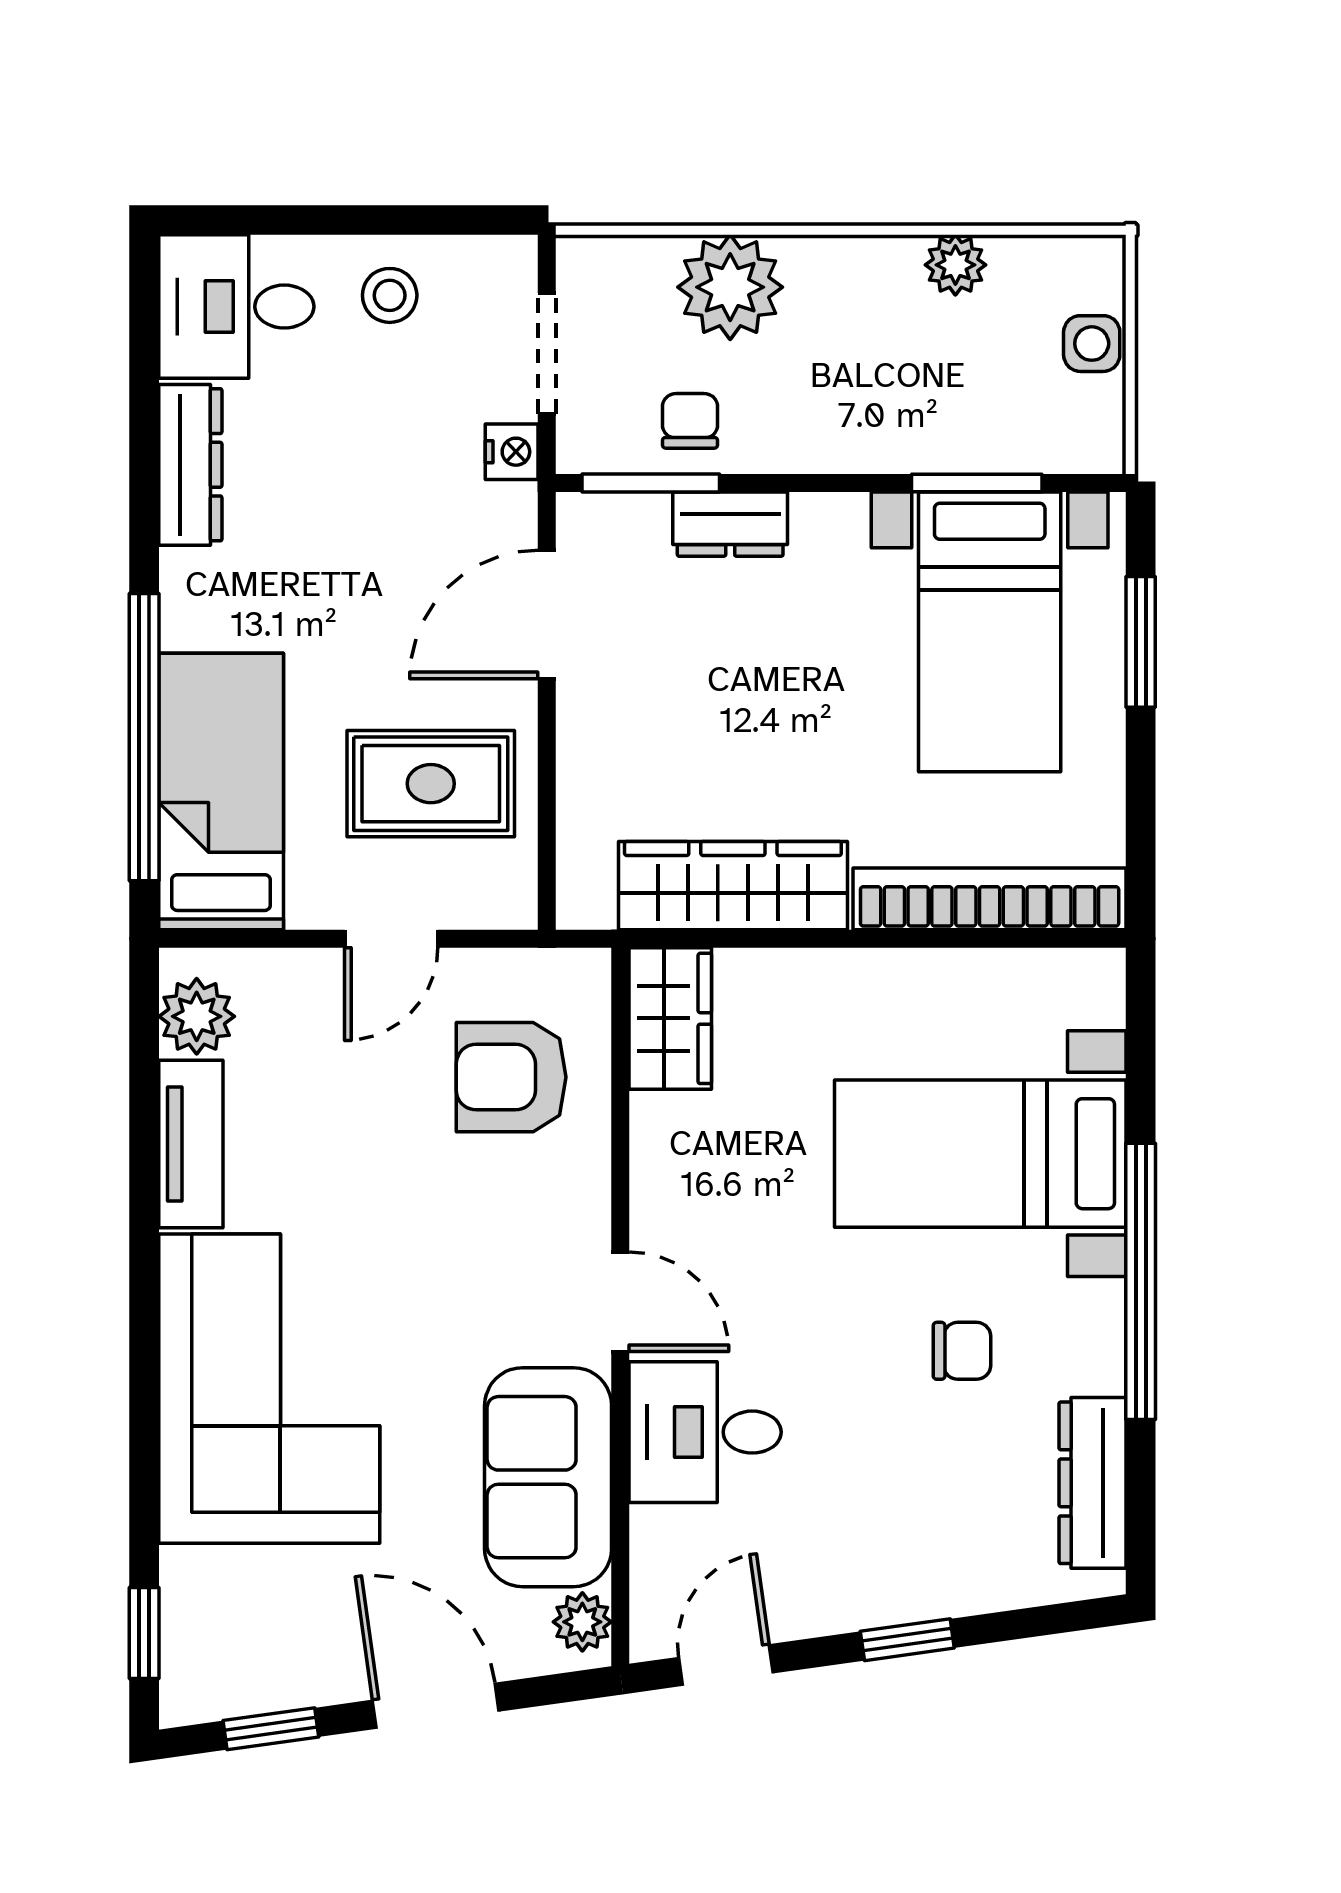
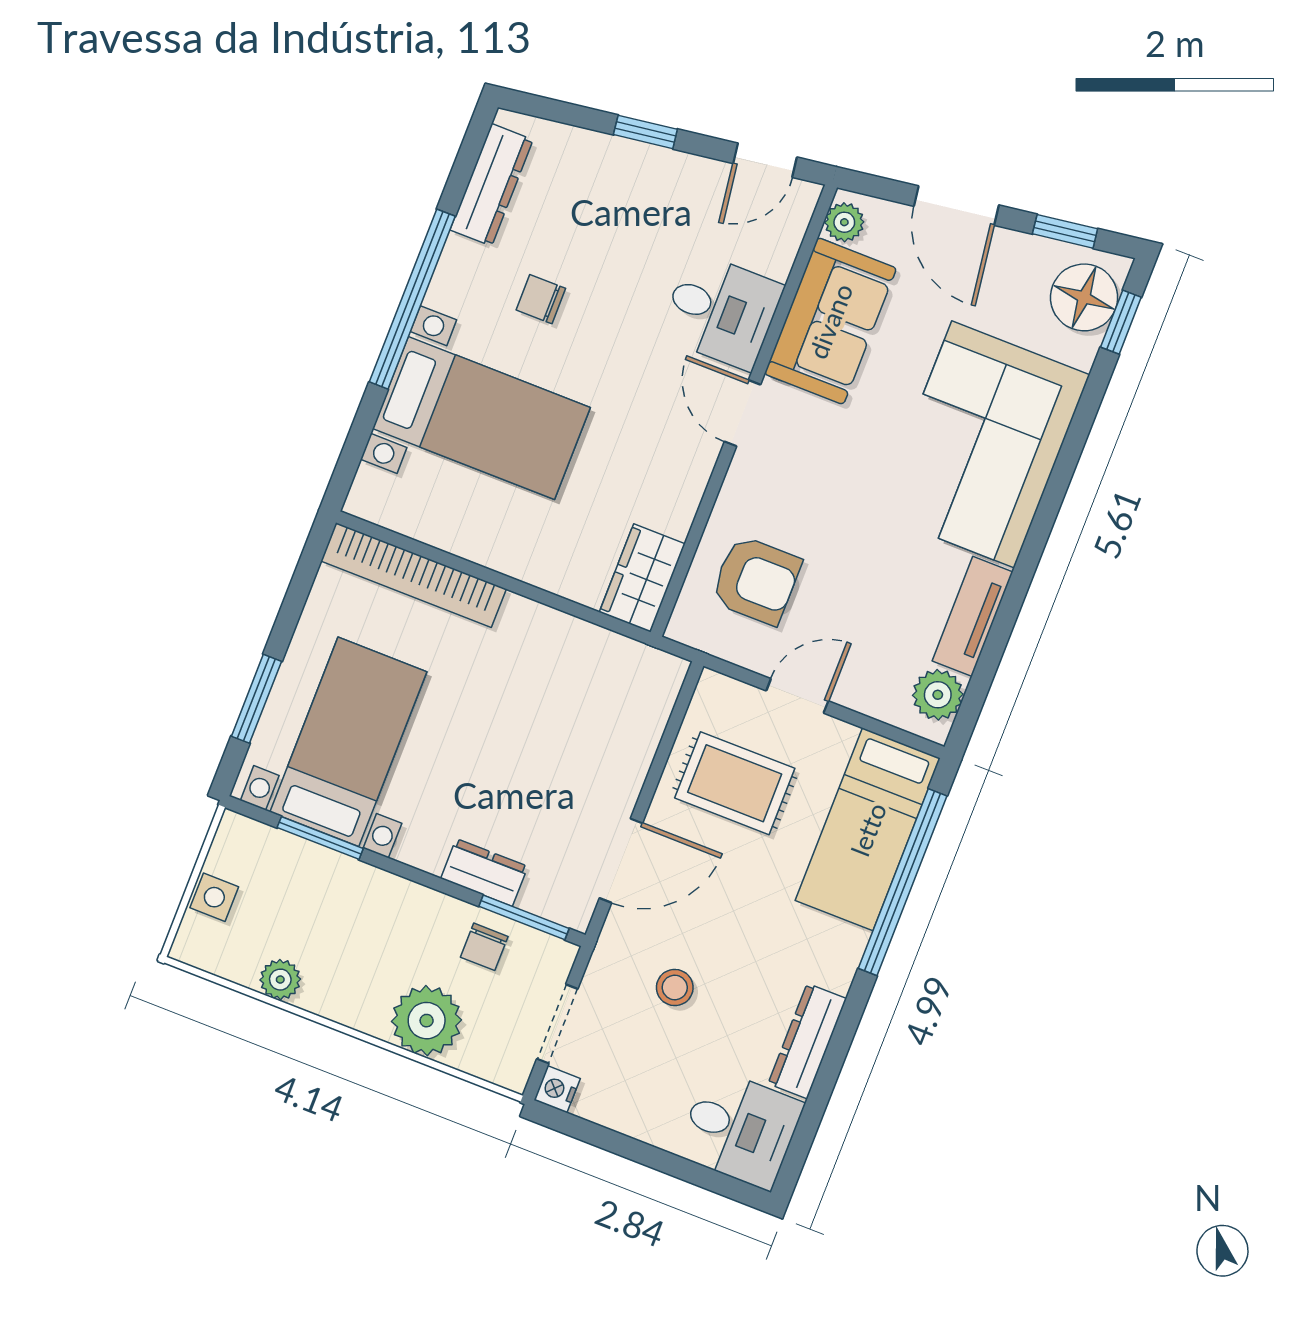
stool: (390, 295) -> (675, 987), moved
nightstand: (512, 452) -> (557, 1089), moved
wardrobe: (733, 886) -> (571, 646), removed
floor lamp: (209, 1647) -> (1084, 297), added

